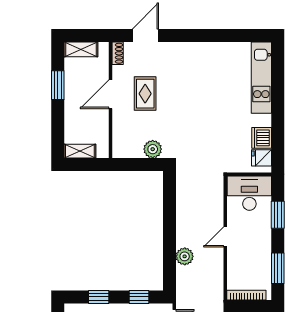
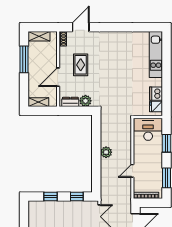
window: (58, 85) -> (24, 59), width x1.44
door: (110, 94) -> (58, 77), moved
dresser: (129, 151) -> (70, 102), added
door: (225, 237) -> (132, 171), moved
plant: (185, 256) -> (106, 152), moved

